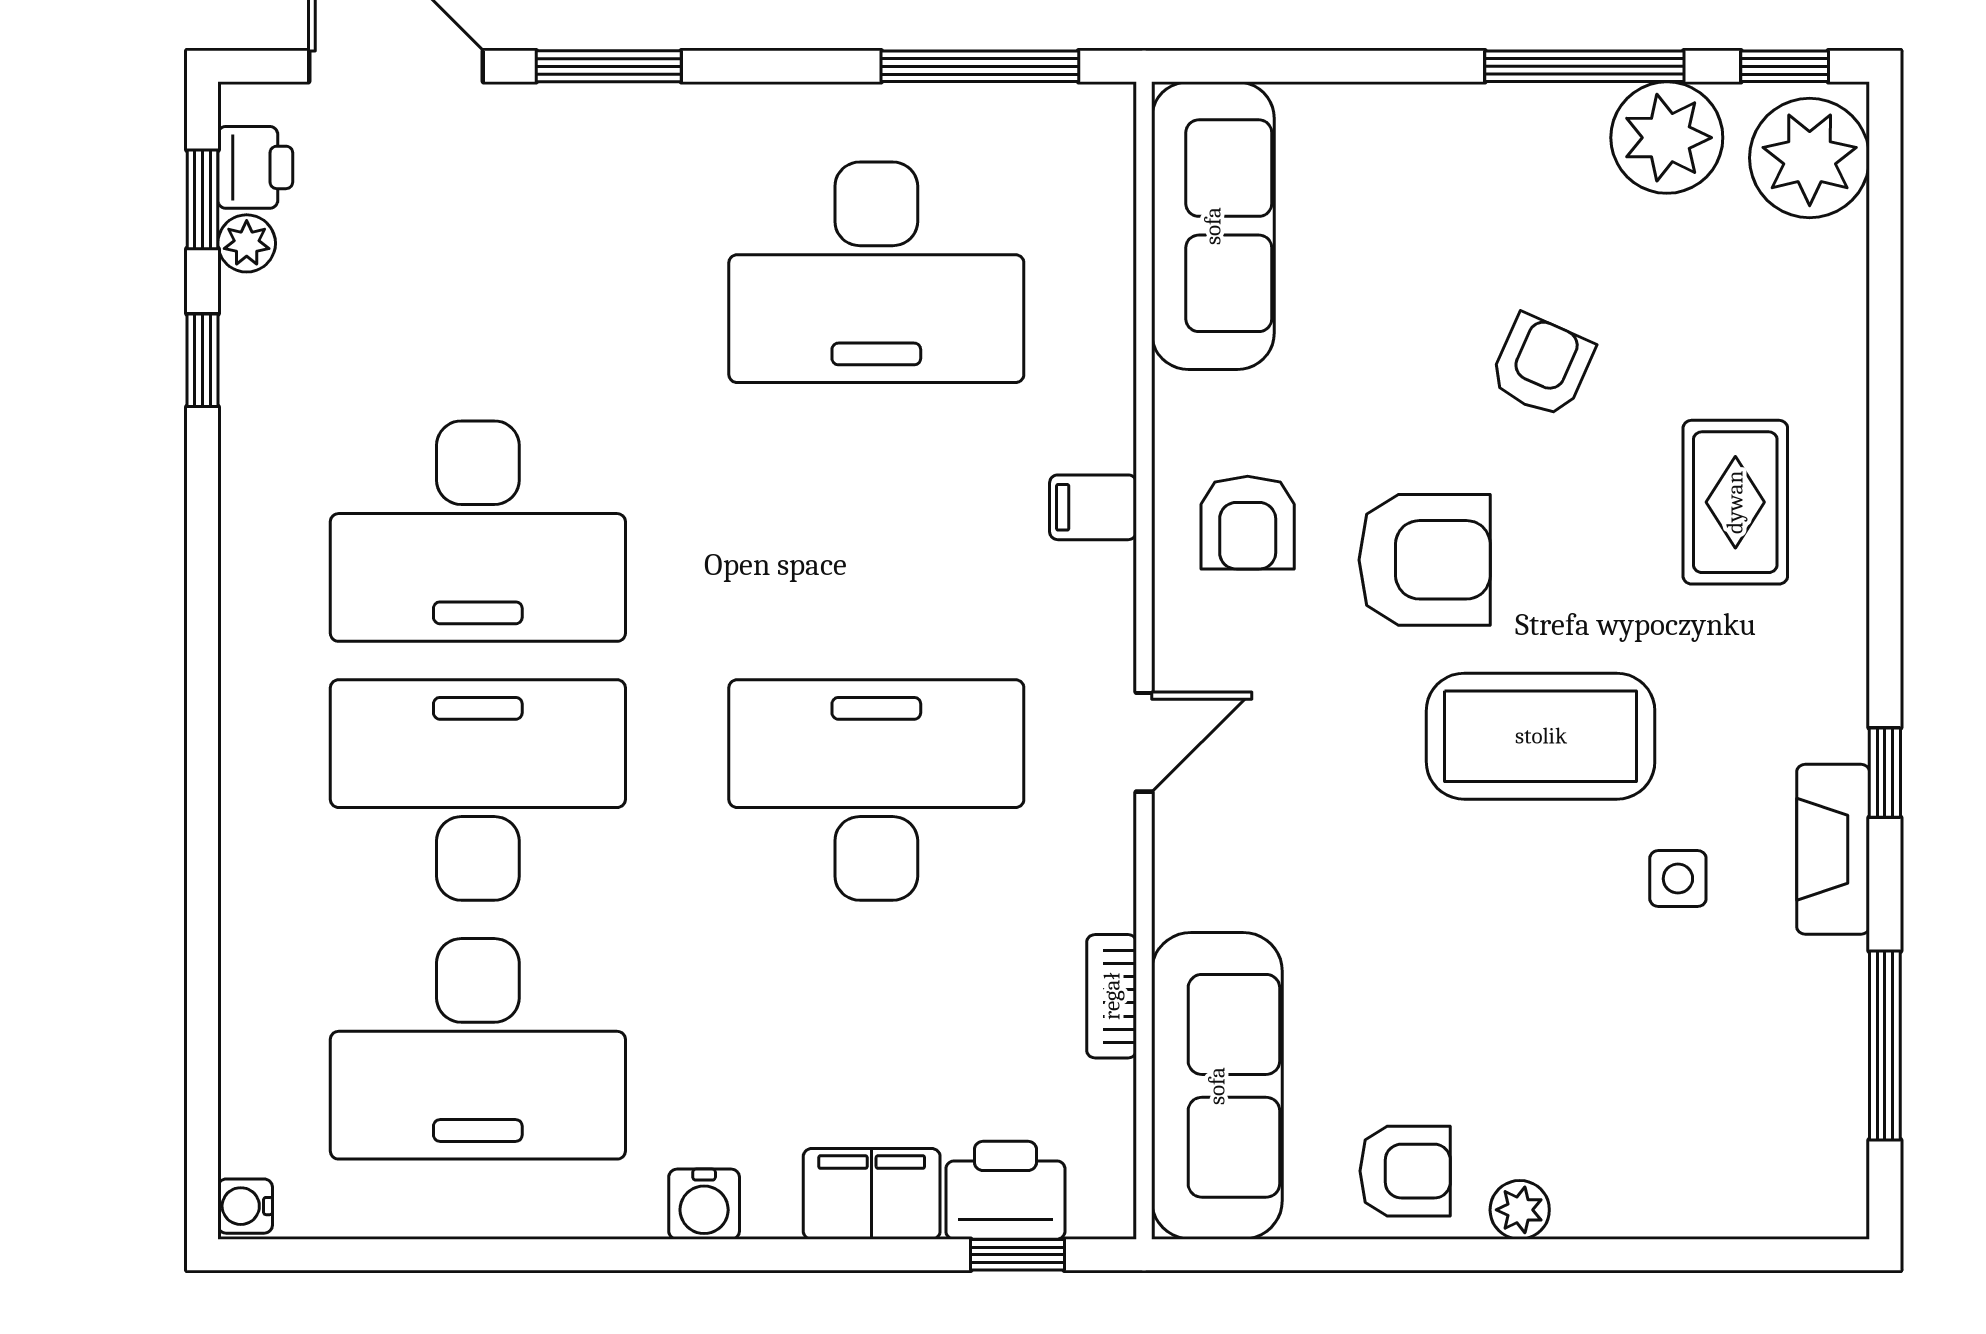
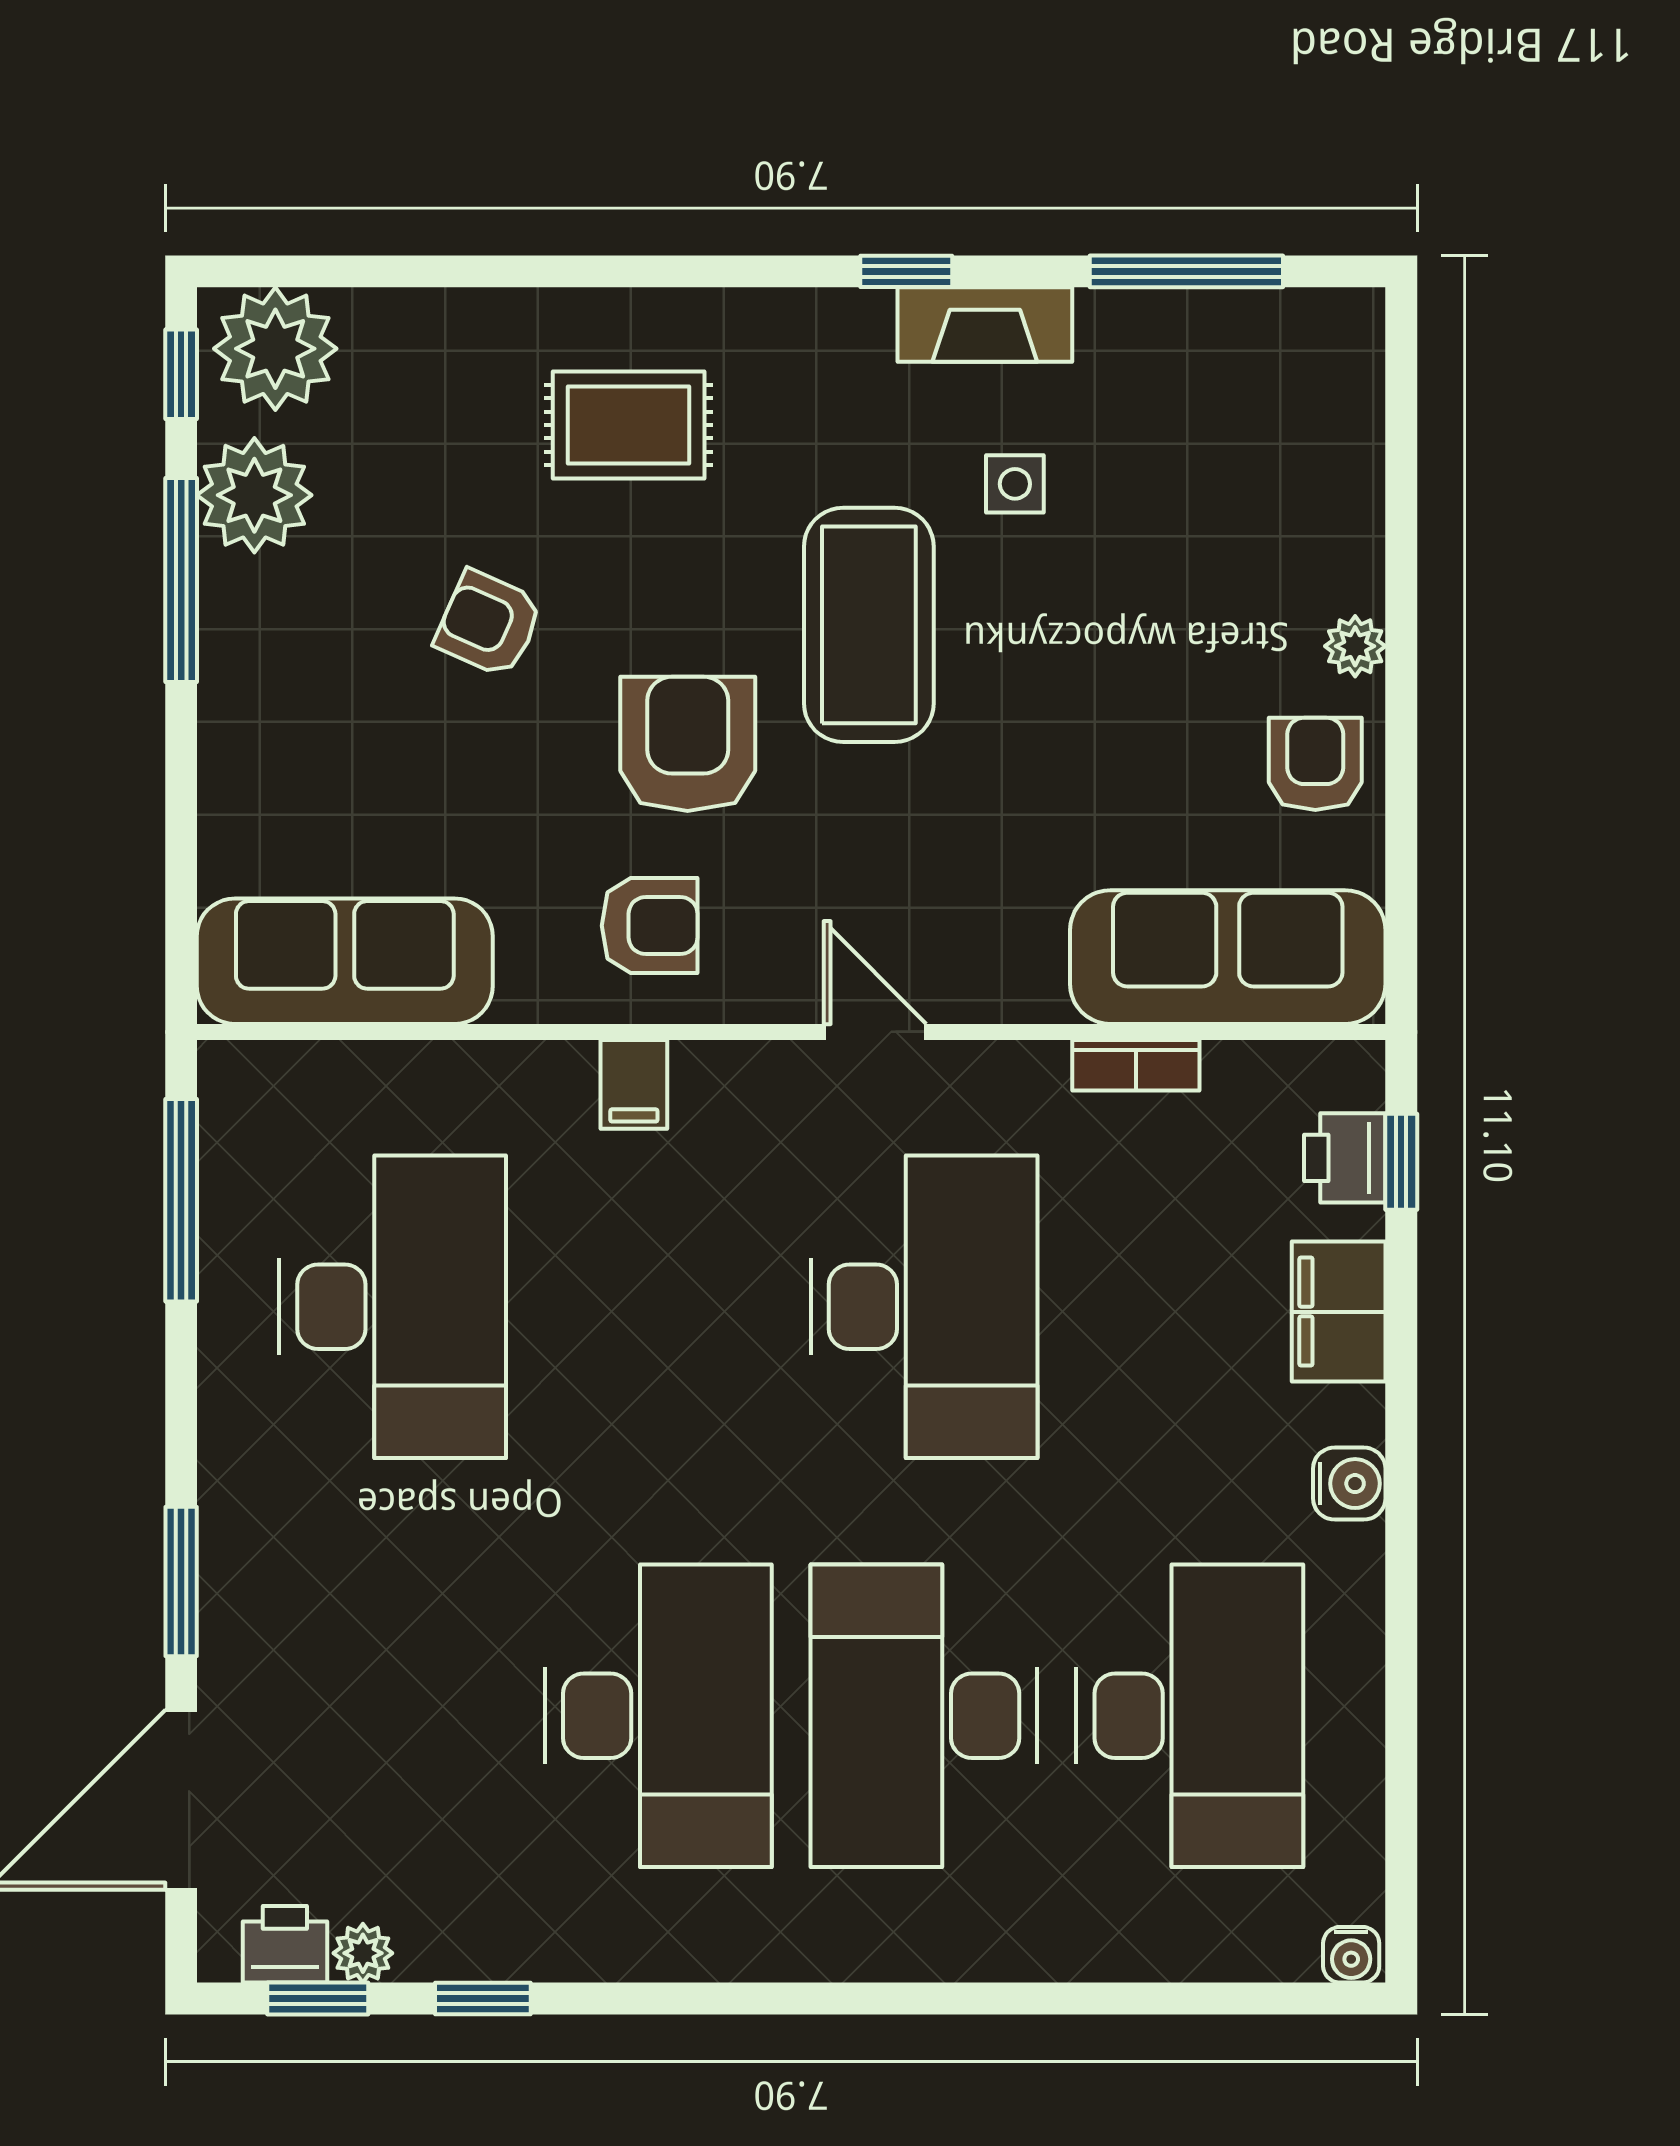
desk: (876, 790) -> (924, 1307), turned 180
printer: (1005, 1190) -> (1345, 1158), width x0.73, depth x0.81

